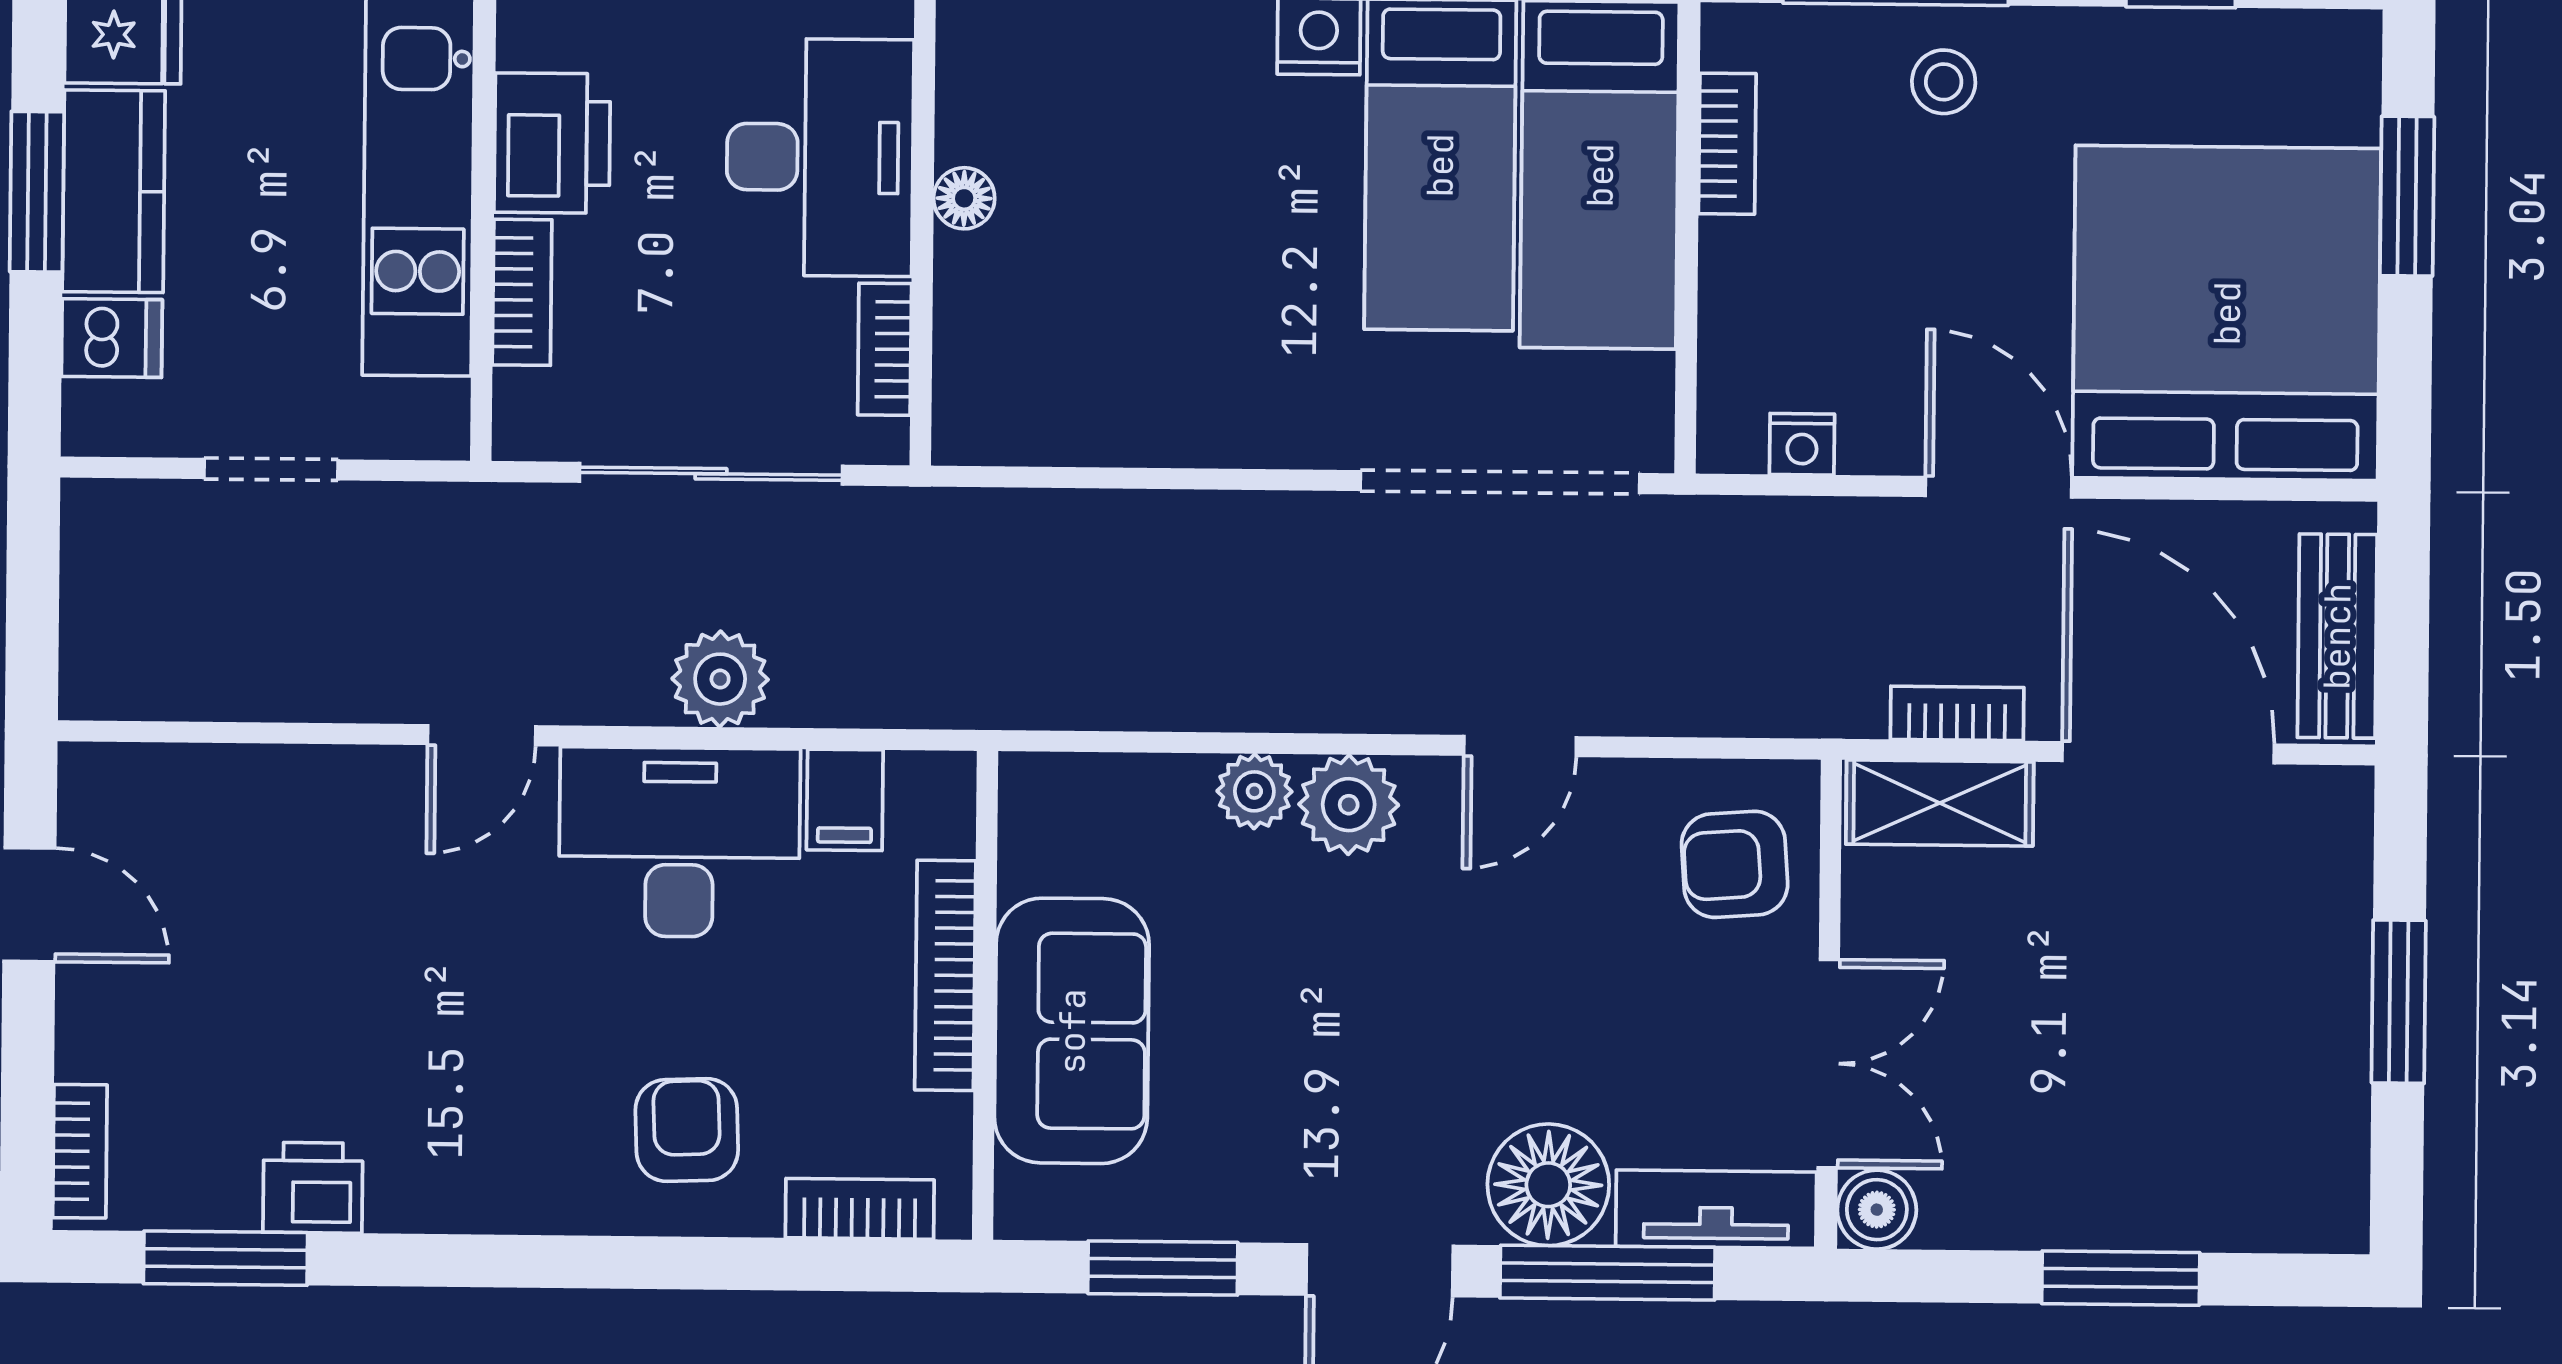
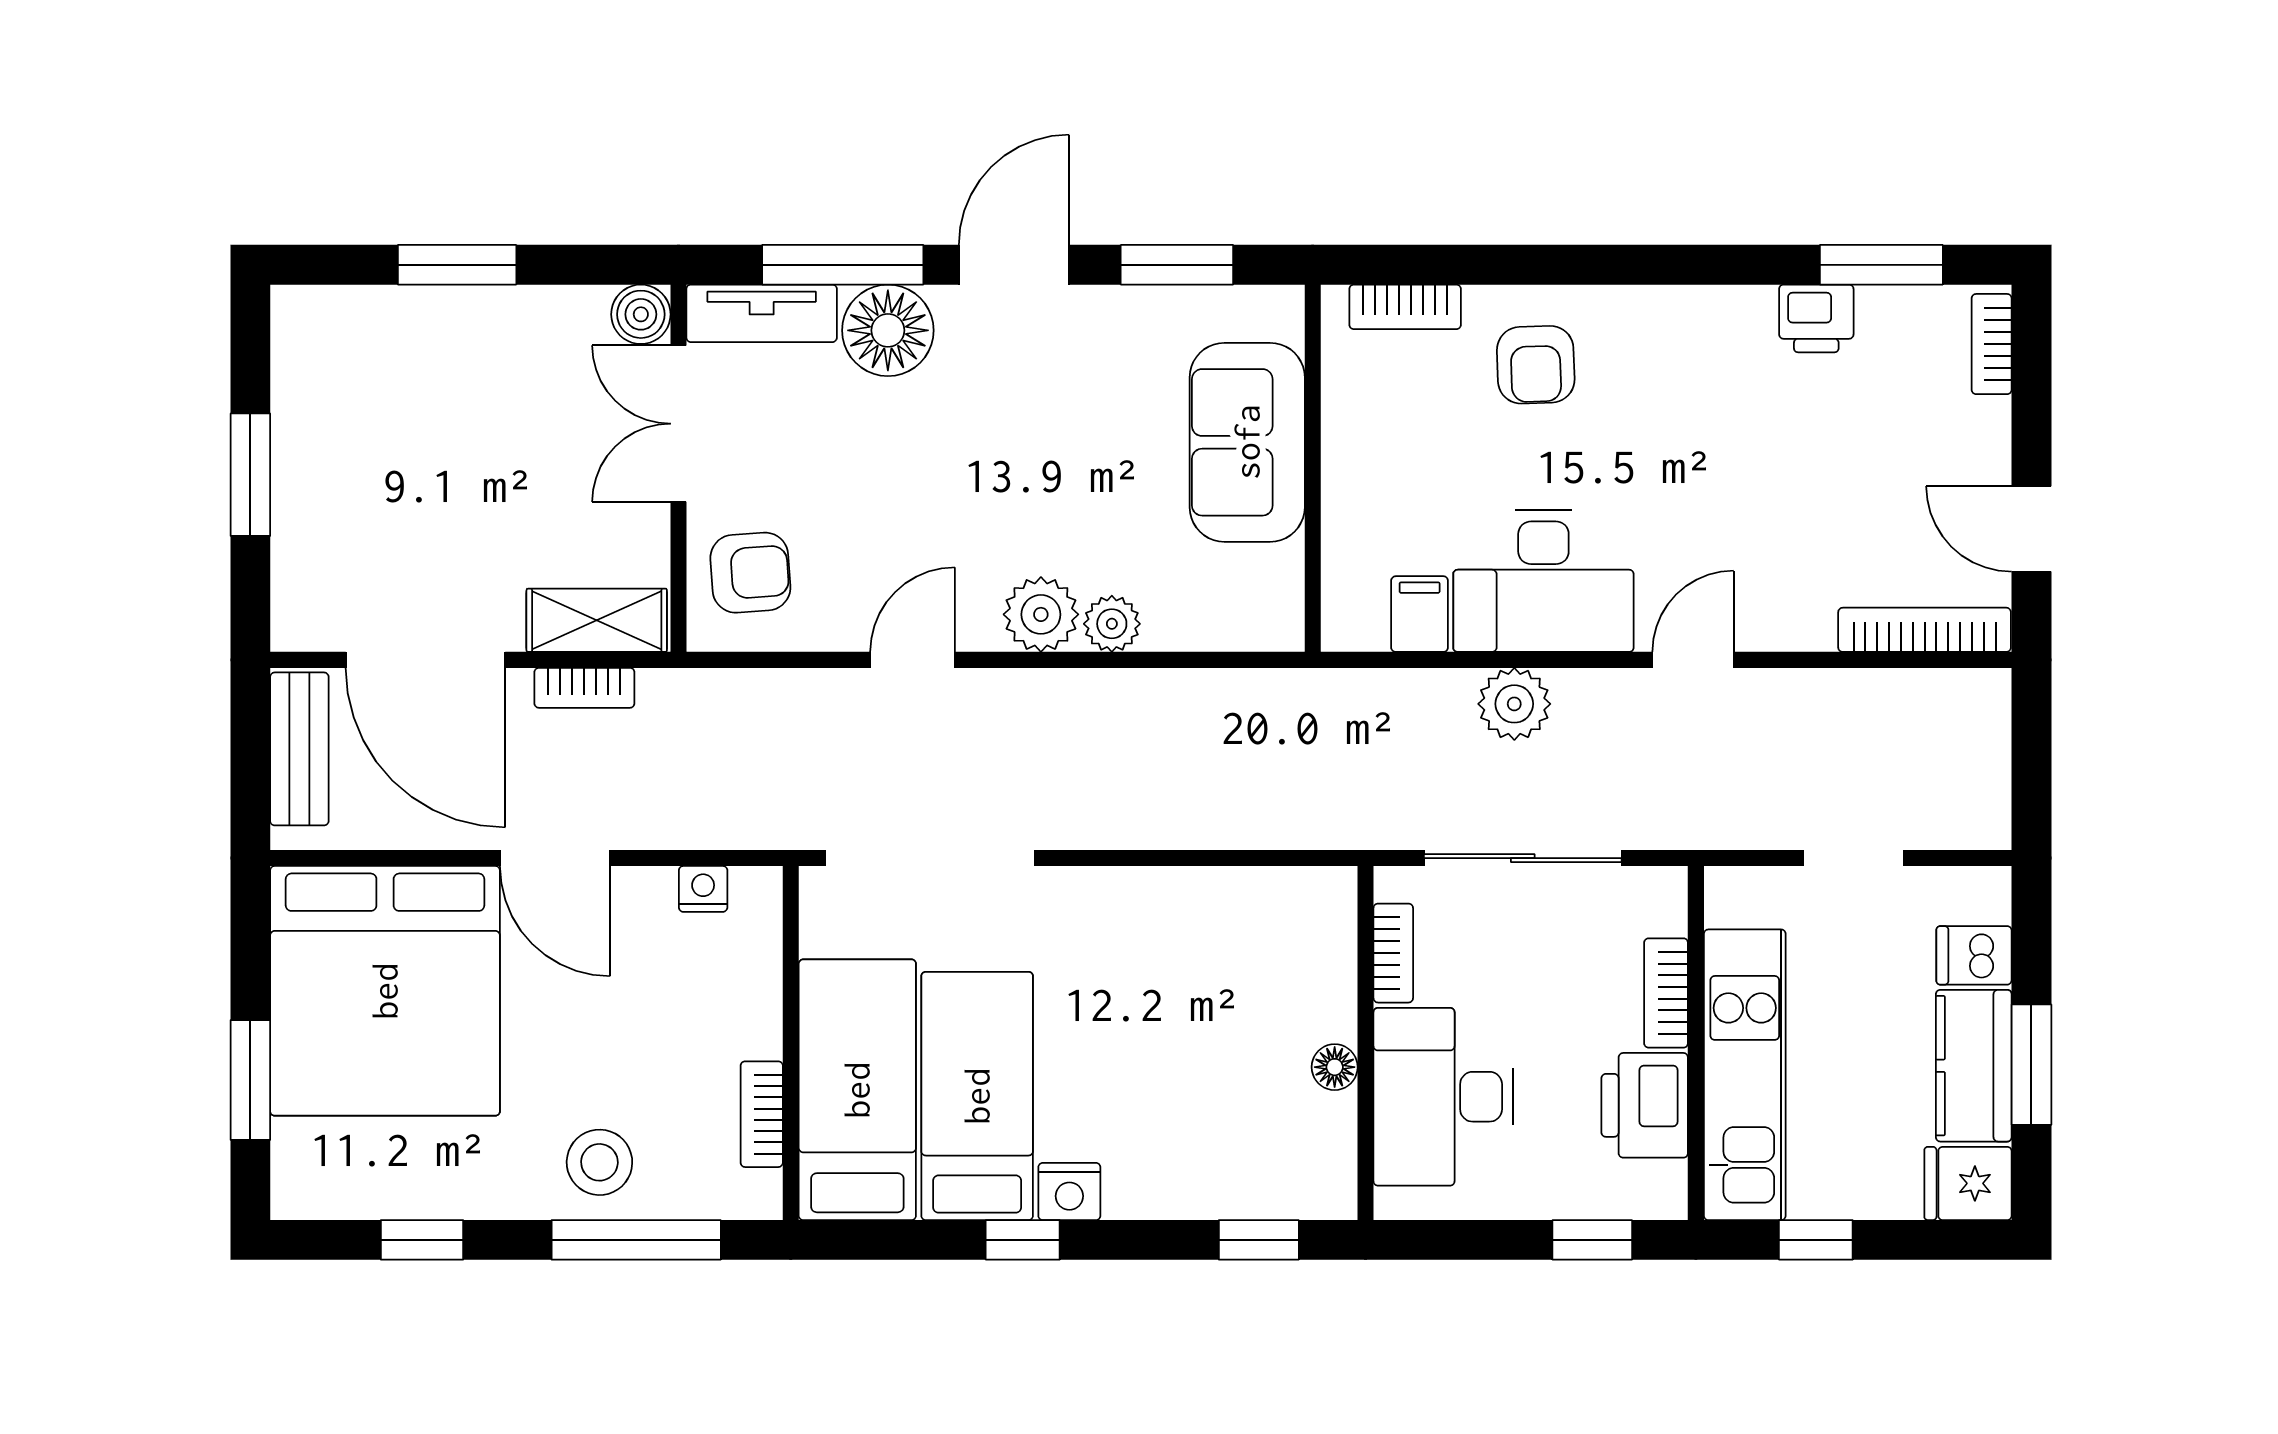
stool: (1944, 82) -> (599, 1162), width x1.37, depth x1.37
bookcase: (945, 975) -> (1925, 630), moved, turned -90

